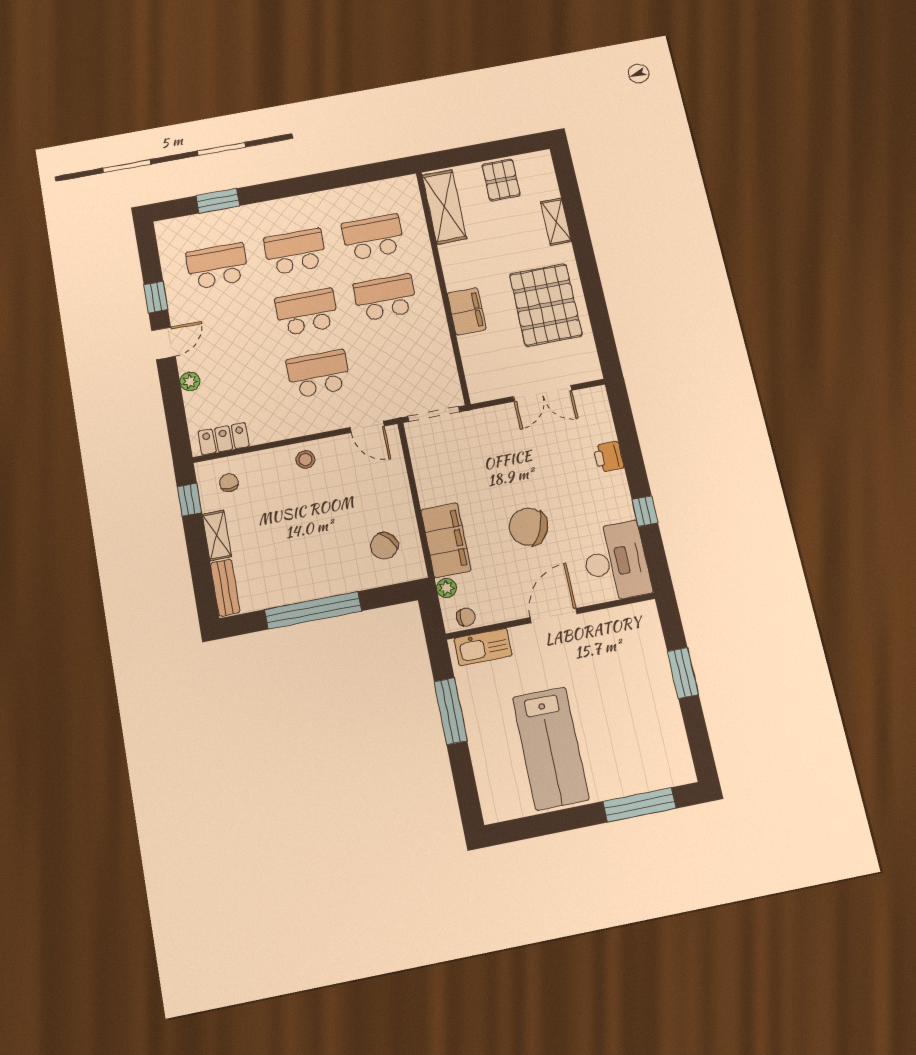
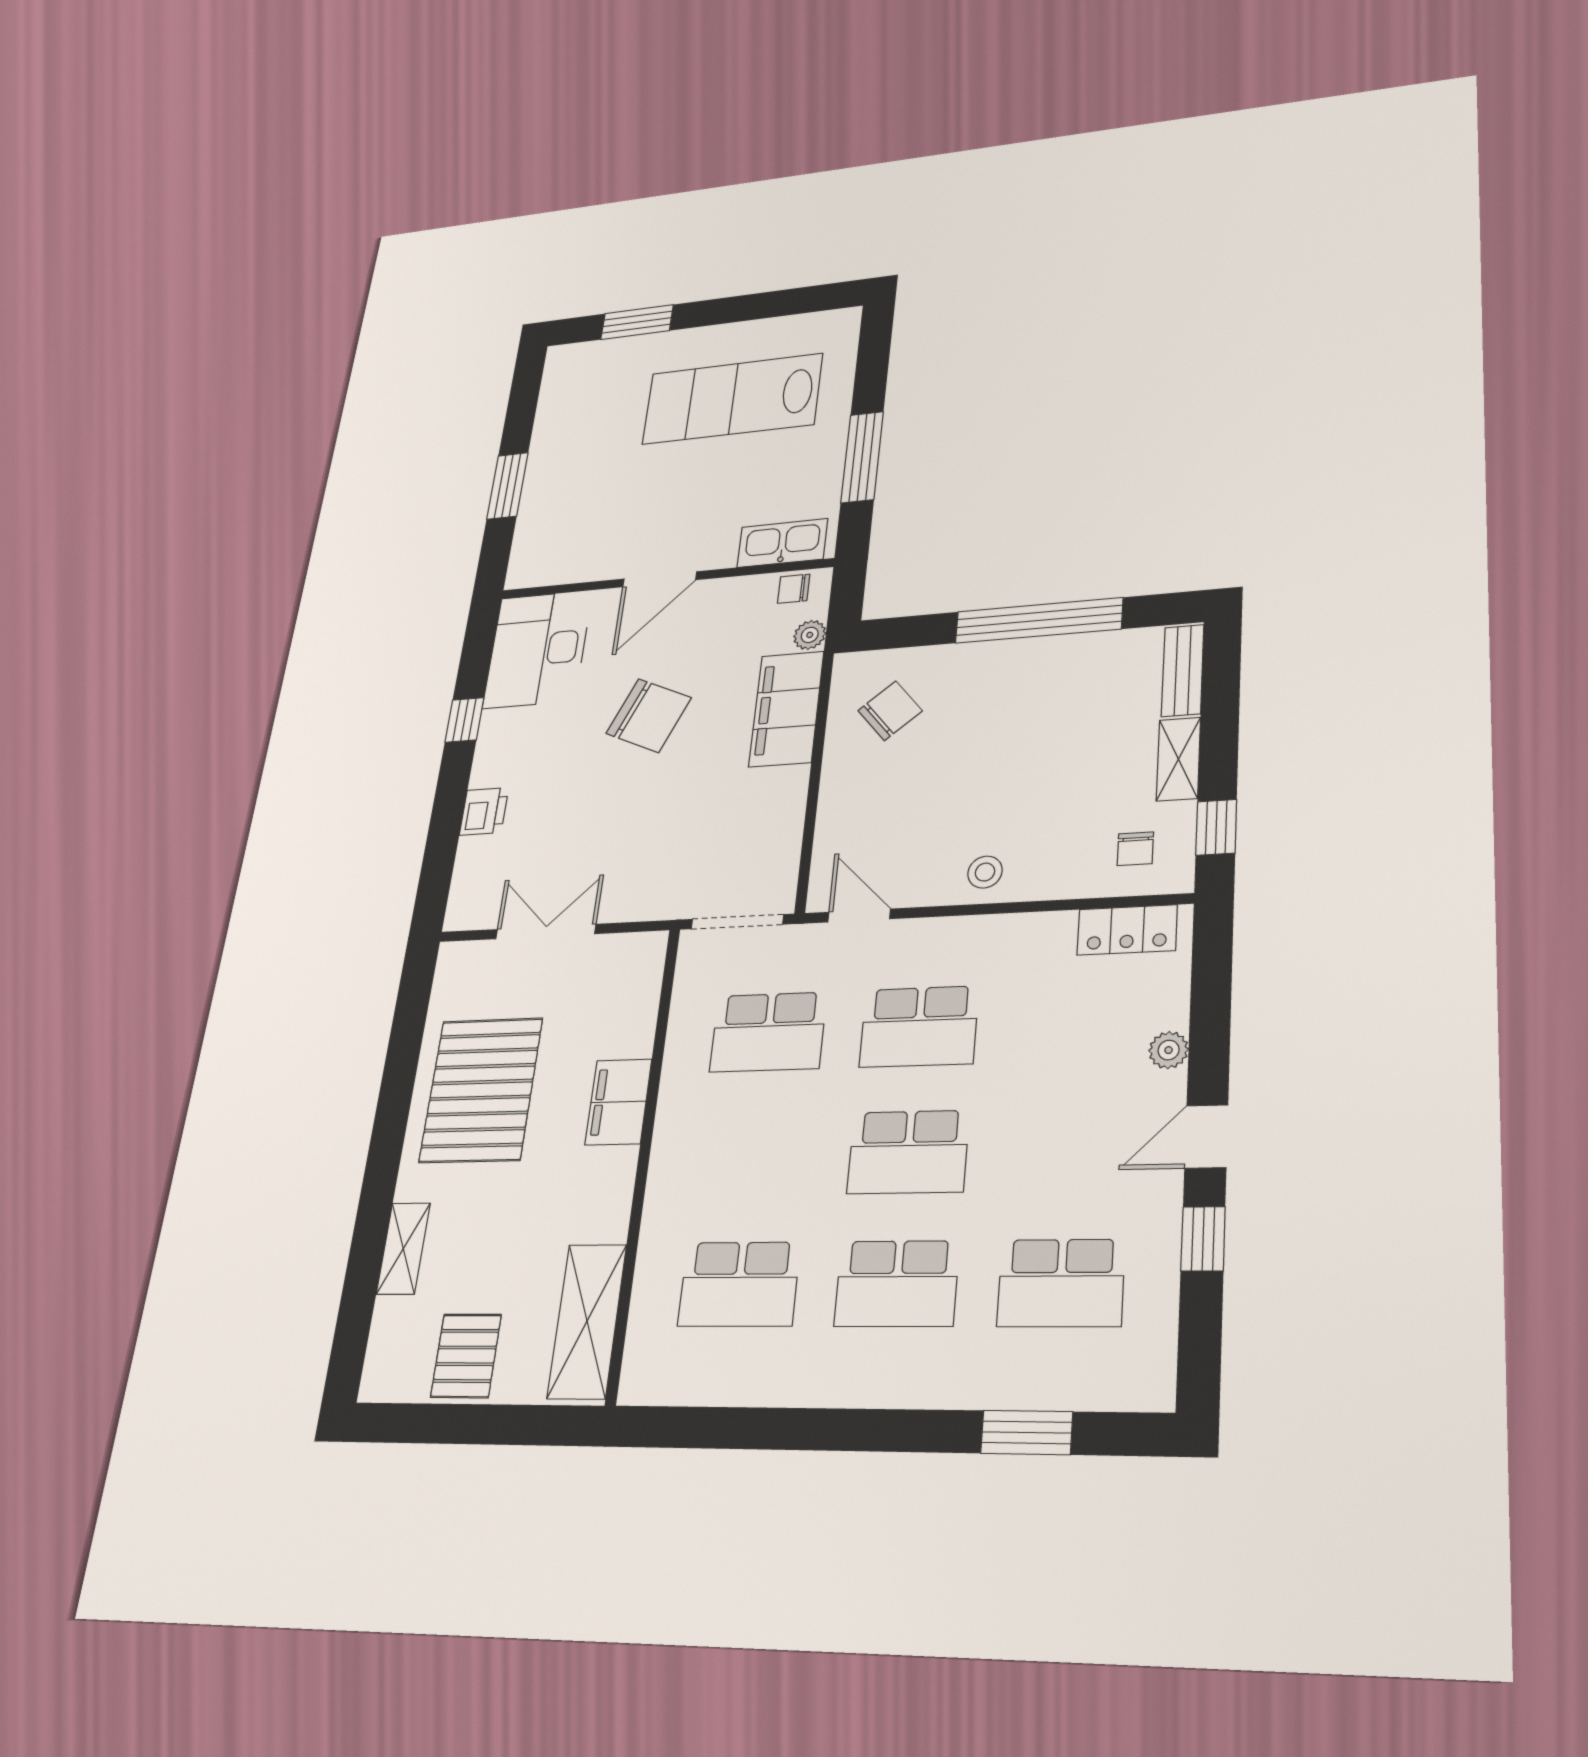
school desk: (385, 297) -> (768, 1032), moved
lab bench: (551, 748) -> (732, 399), turned -90
window: (639, 805) -> (637, 322), width x0.69

